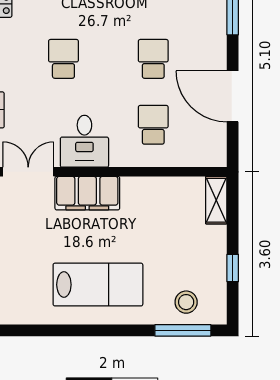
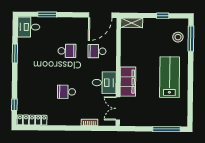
school desk: (153, 59) -> (67, 51), turned 180
door: (233, 96) -> (100, 15), moved

